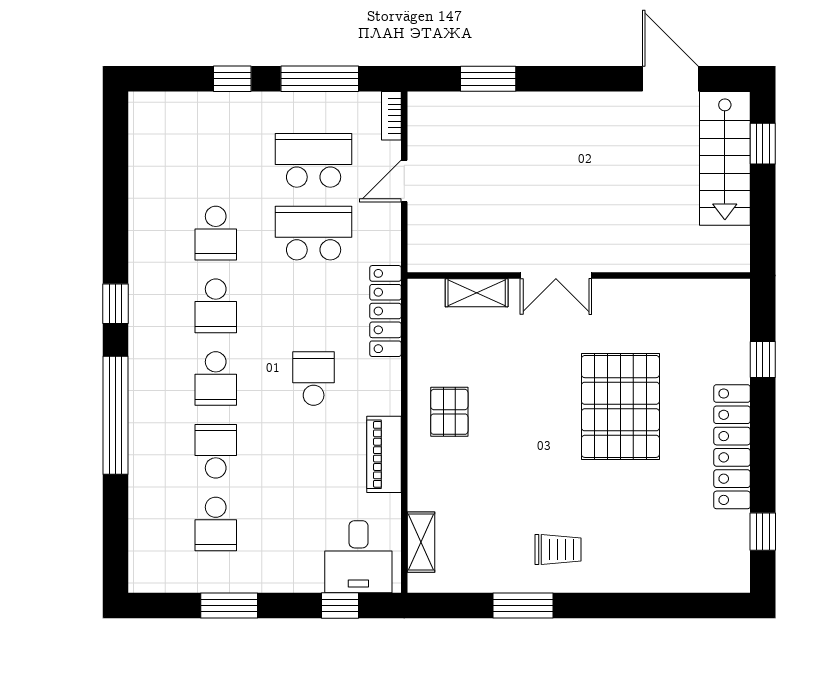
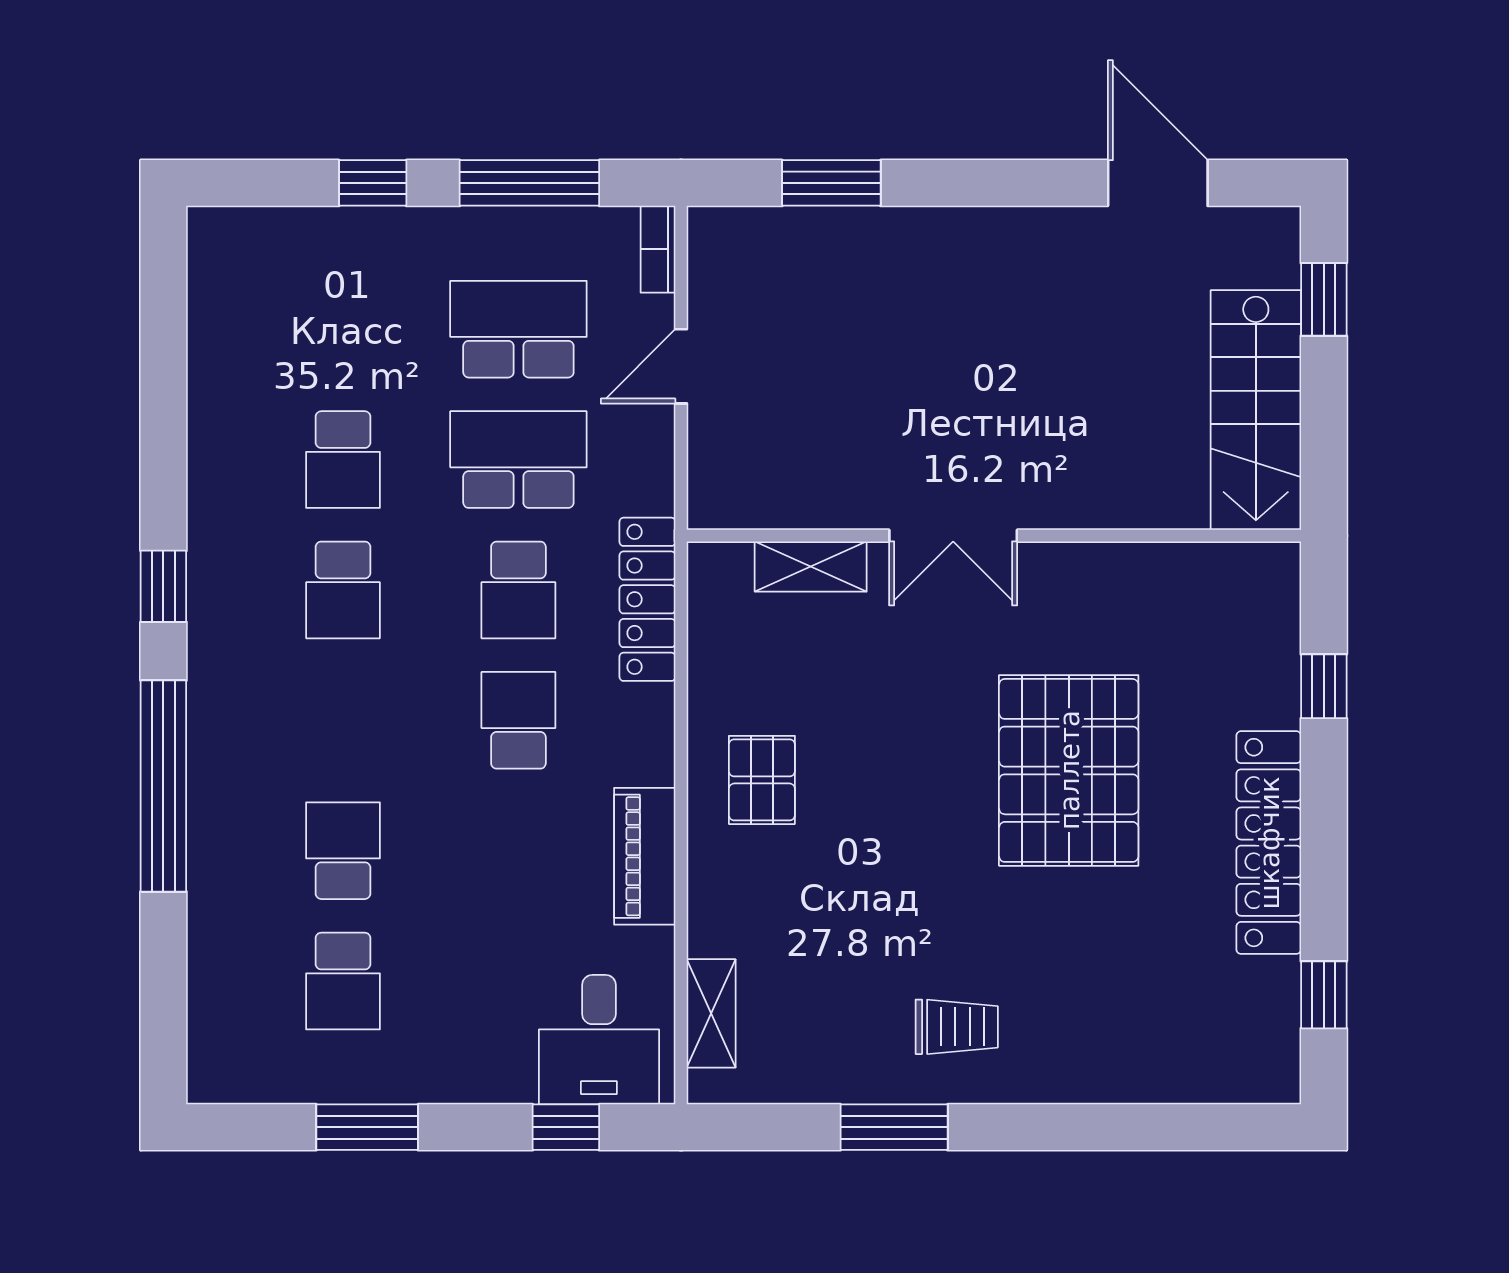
stairs: (725, 158) -> (1256, 410), moved
school desk: (216, 379) -> (518, 590), moved

